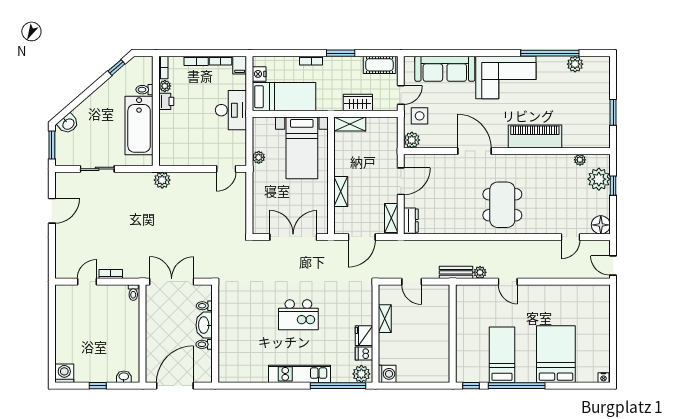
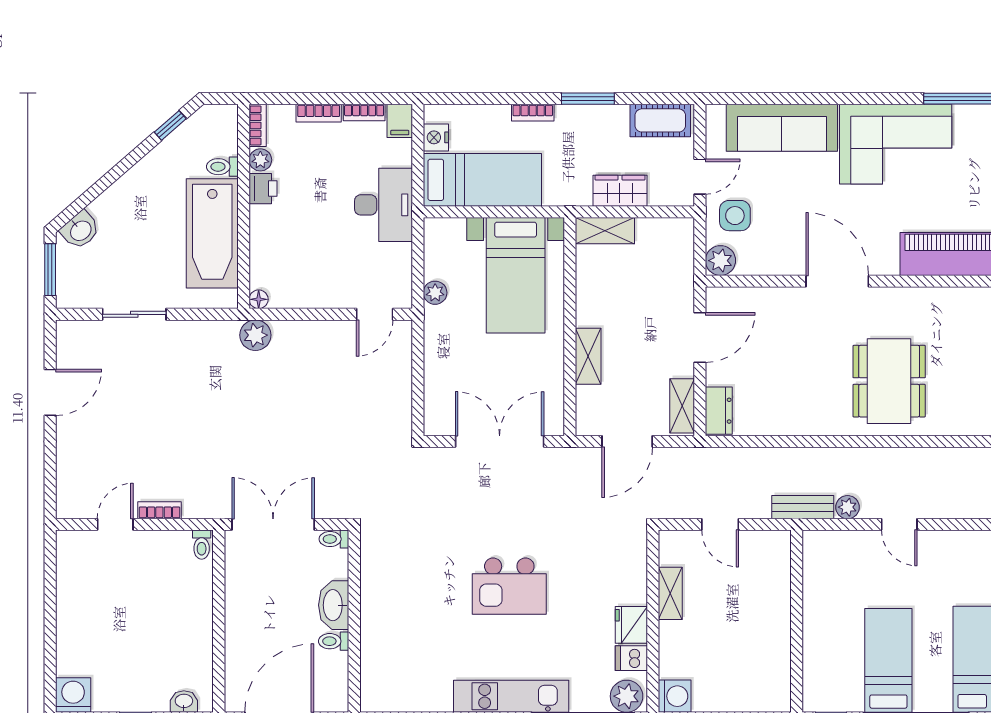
floor lamp: (164, 161) -> (259, 299), added
toilet: (204, 306) -> (334, 539), moved

